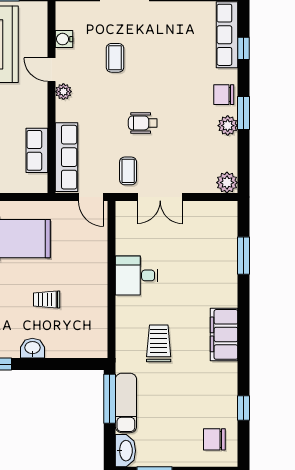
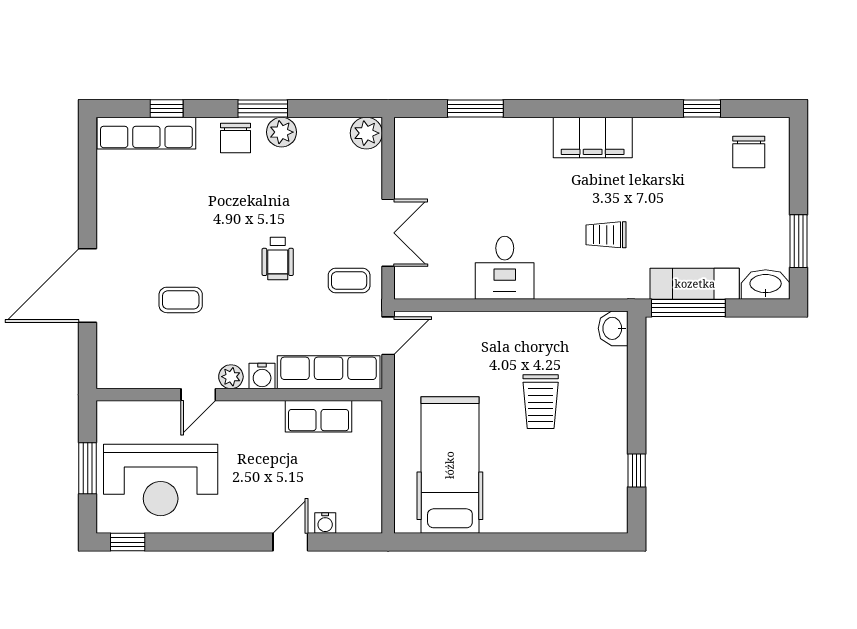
water cooler: (64, 39) -> (262, 376), moved
trolley: (47, 300) -> (541, 402), width x1.36, depth x1.39
trolley: (159, 343) -> (606, 235), width x0.73, depth x0.72
washbasin: (32, 348) -> (613, 328), moved

